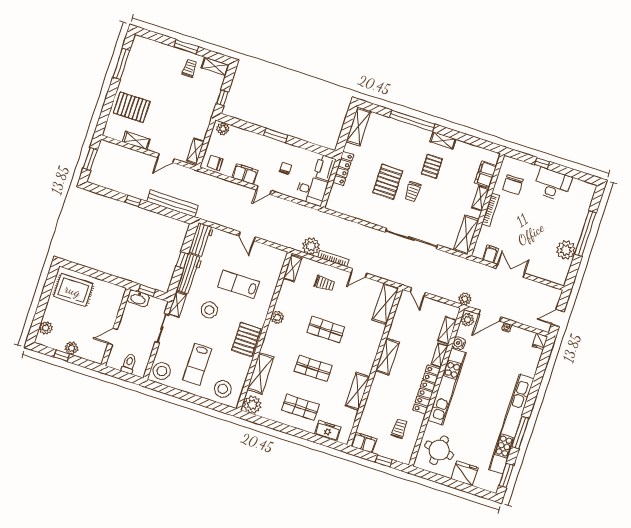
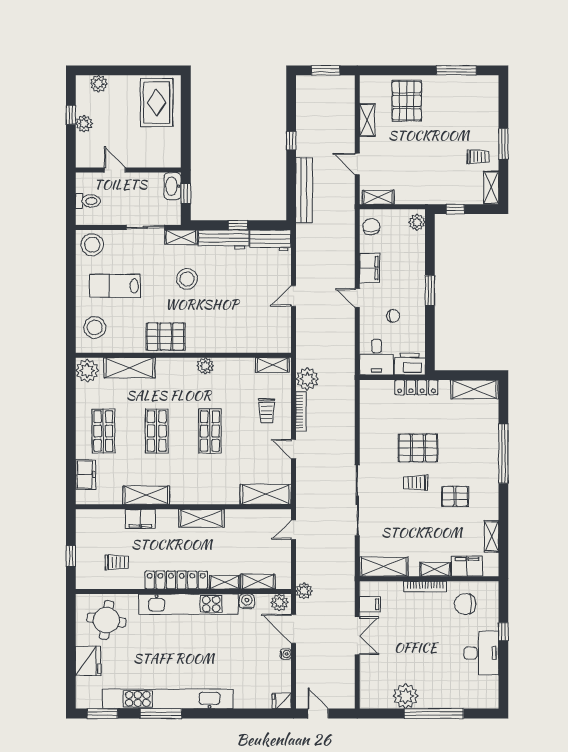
shelving: (443, 140) -> (492, 536), moved
lab bench: (238, 284) -> (231, 304), removed
filing cabinet: (364, 443) -> (140, 519), moved, turned 90

